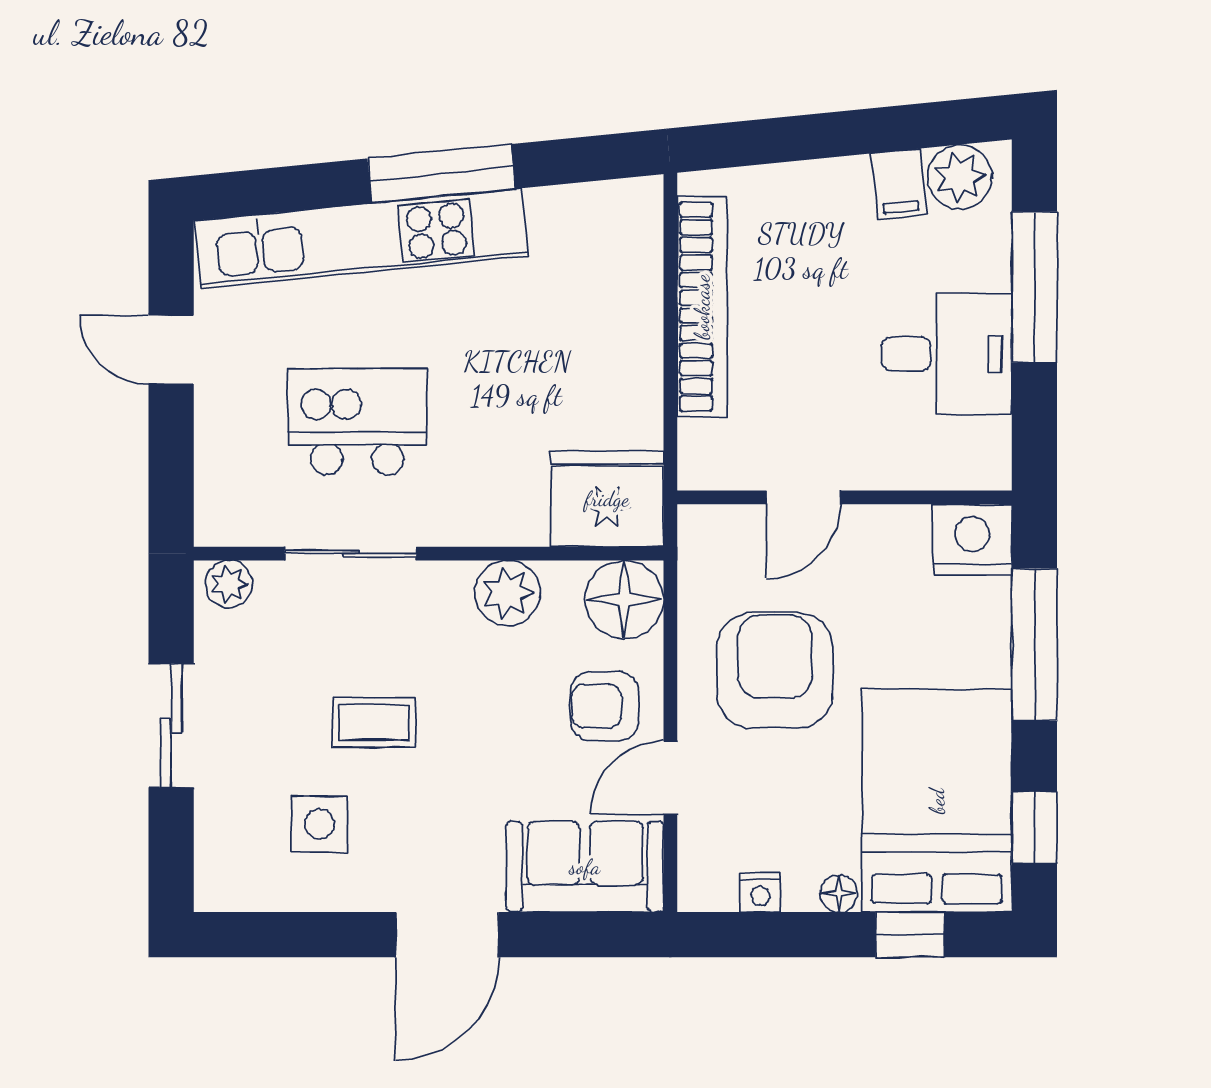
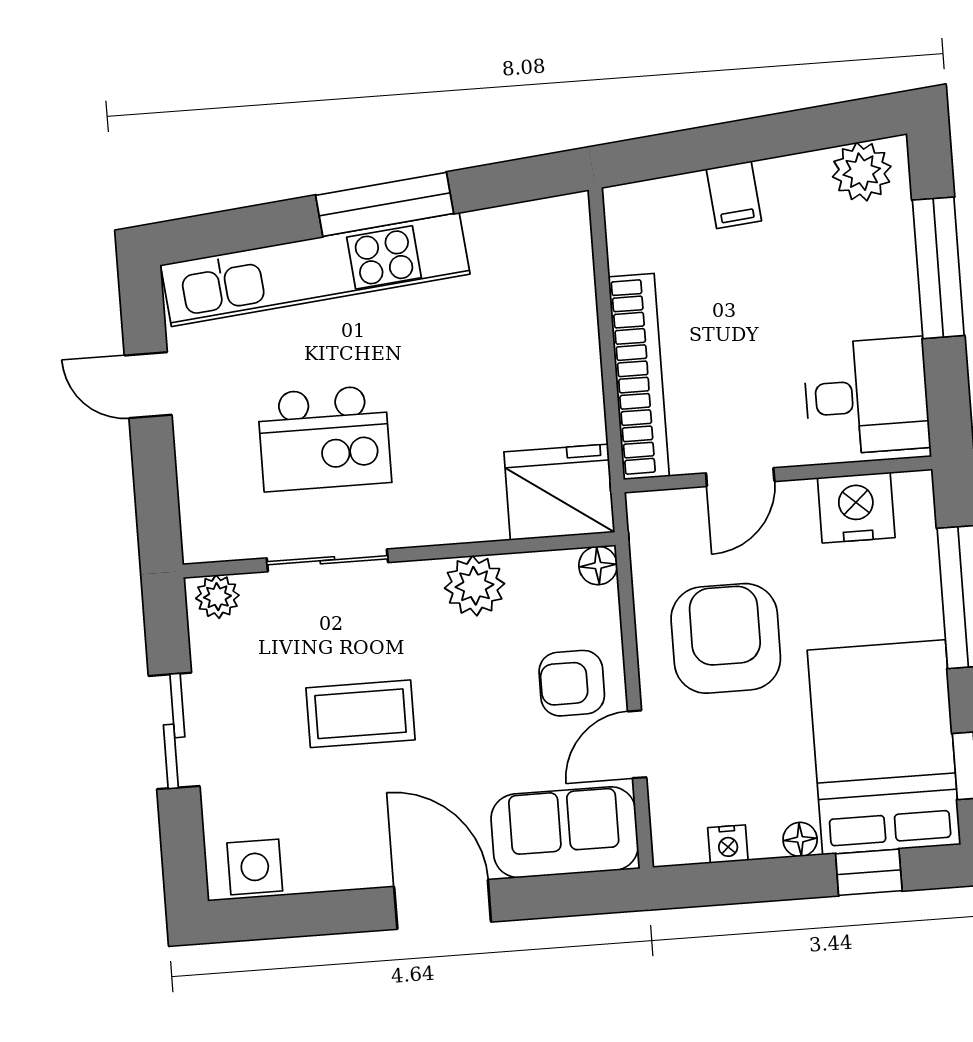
filing cabinet: (899, 184) -> (734, 195), moved
bookcase: (702, 307) -> (639, 377), moved
desk: (947, 354) -> (867, 396), moved
kitchen island: (357, 422) -> (324, 438), turned 180
nightstand: (972, 540) -> (856, 508), moved
floor lamp: (624, 600) -> (598, 565), width x0.53, depth x0.53
coffee table: (374, 722) -> (361, 714), width x1.36, depth x1.30
side table: (319, 824) -> (255, 867), moved
door: (447, 935) -> (443, 904), swing flipped

